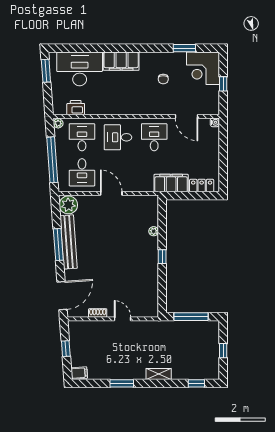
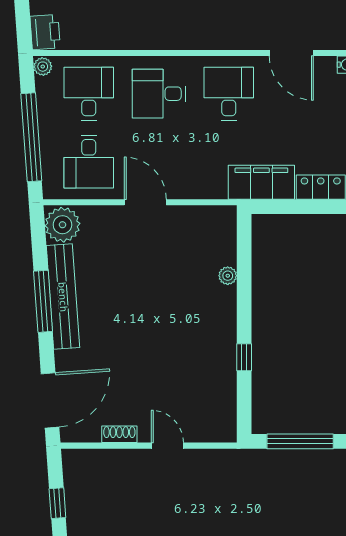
printer: (76, 108) -> (45, 32), moved, turned 86
window: (162, 257) -> (244, 357), moved

